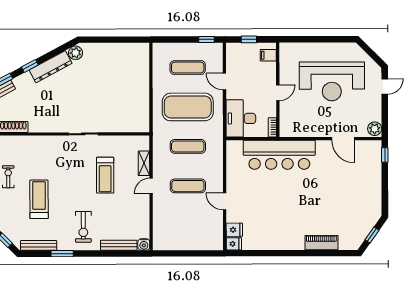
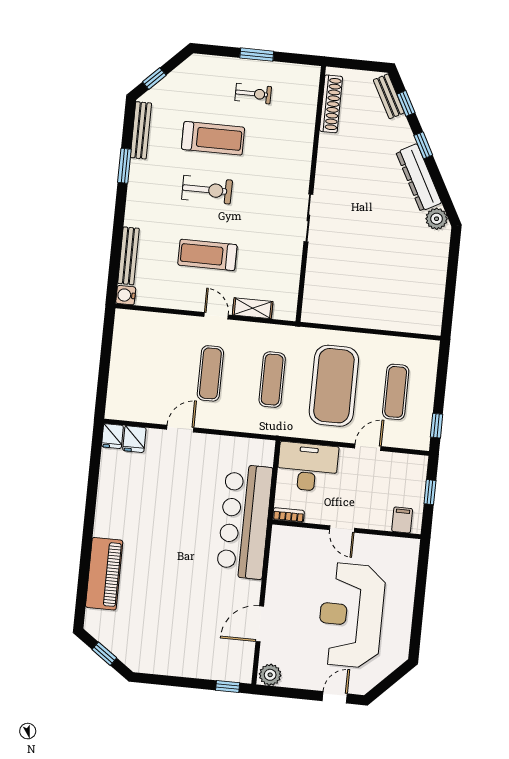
door: (385, 86) -> (335, 697), swing flipped
treadmill: (105, 175) -> (207, 255), moved
exercise bike: (83, 227) -> (207, 190), moved, turned 180
piano: (321, 243) -> (104, 574), width x1.37, depth x1.33

